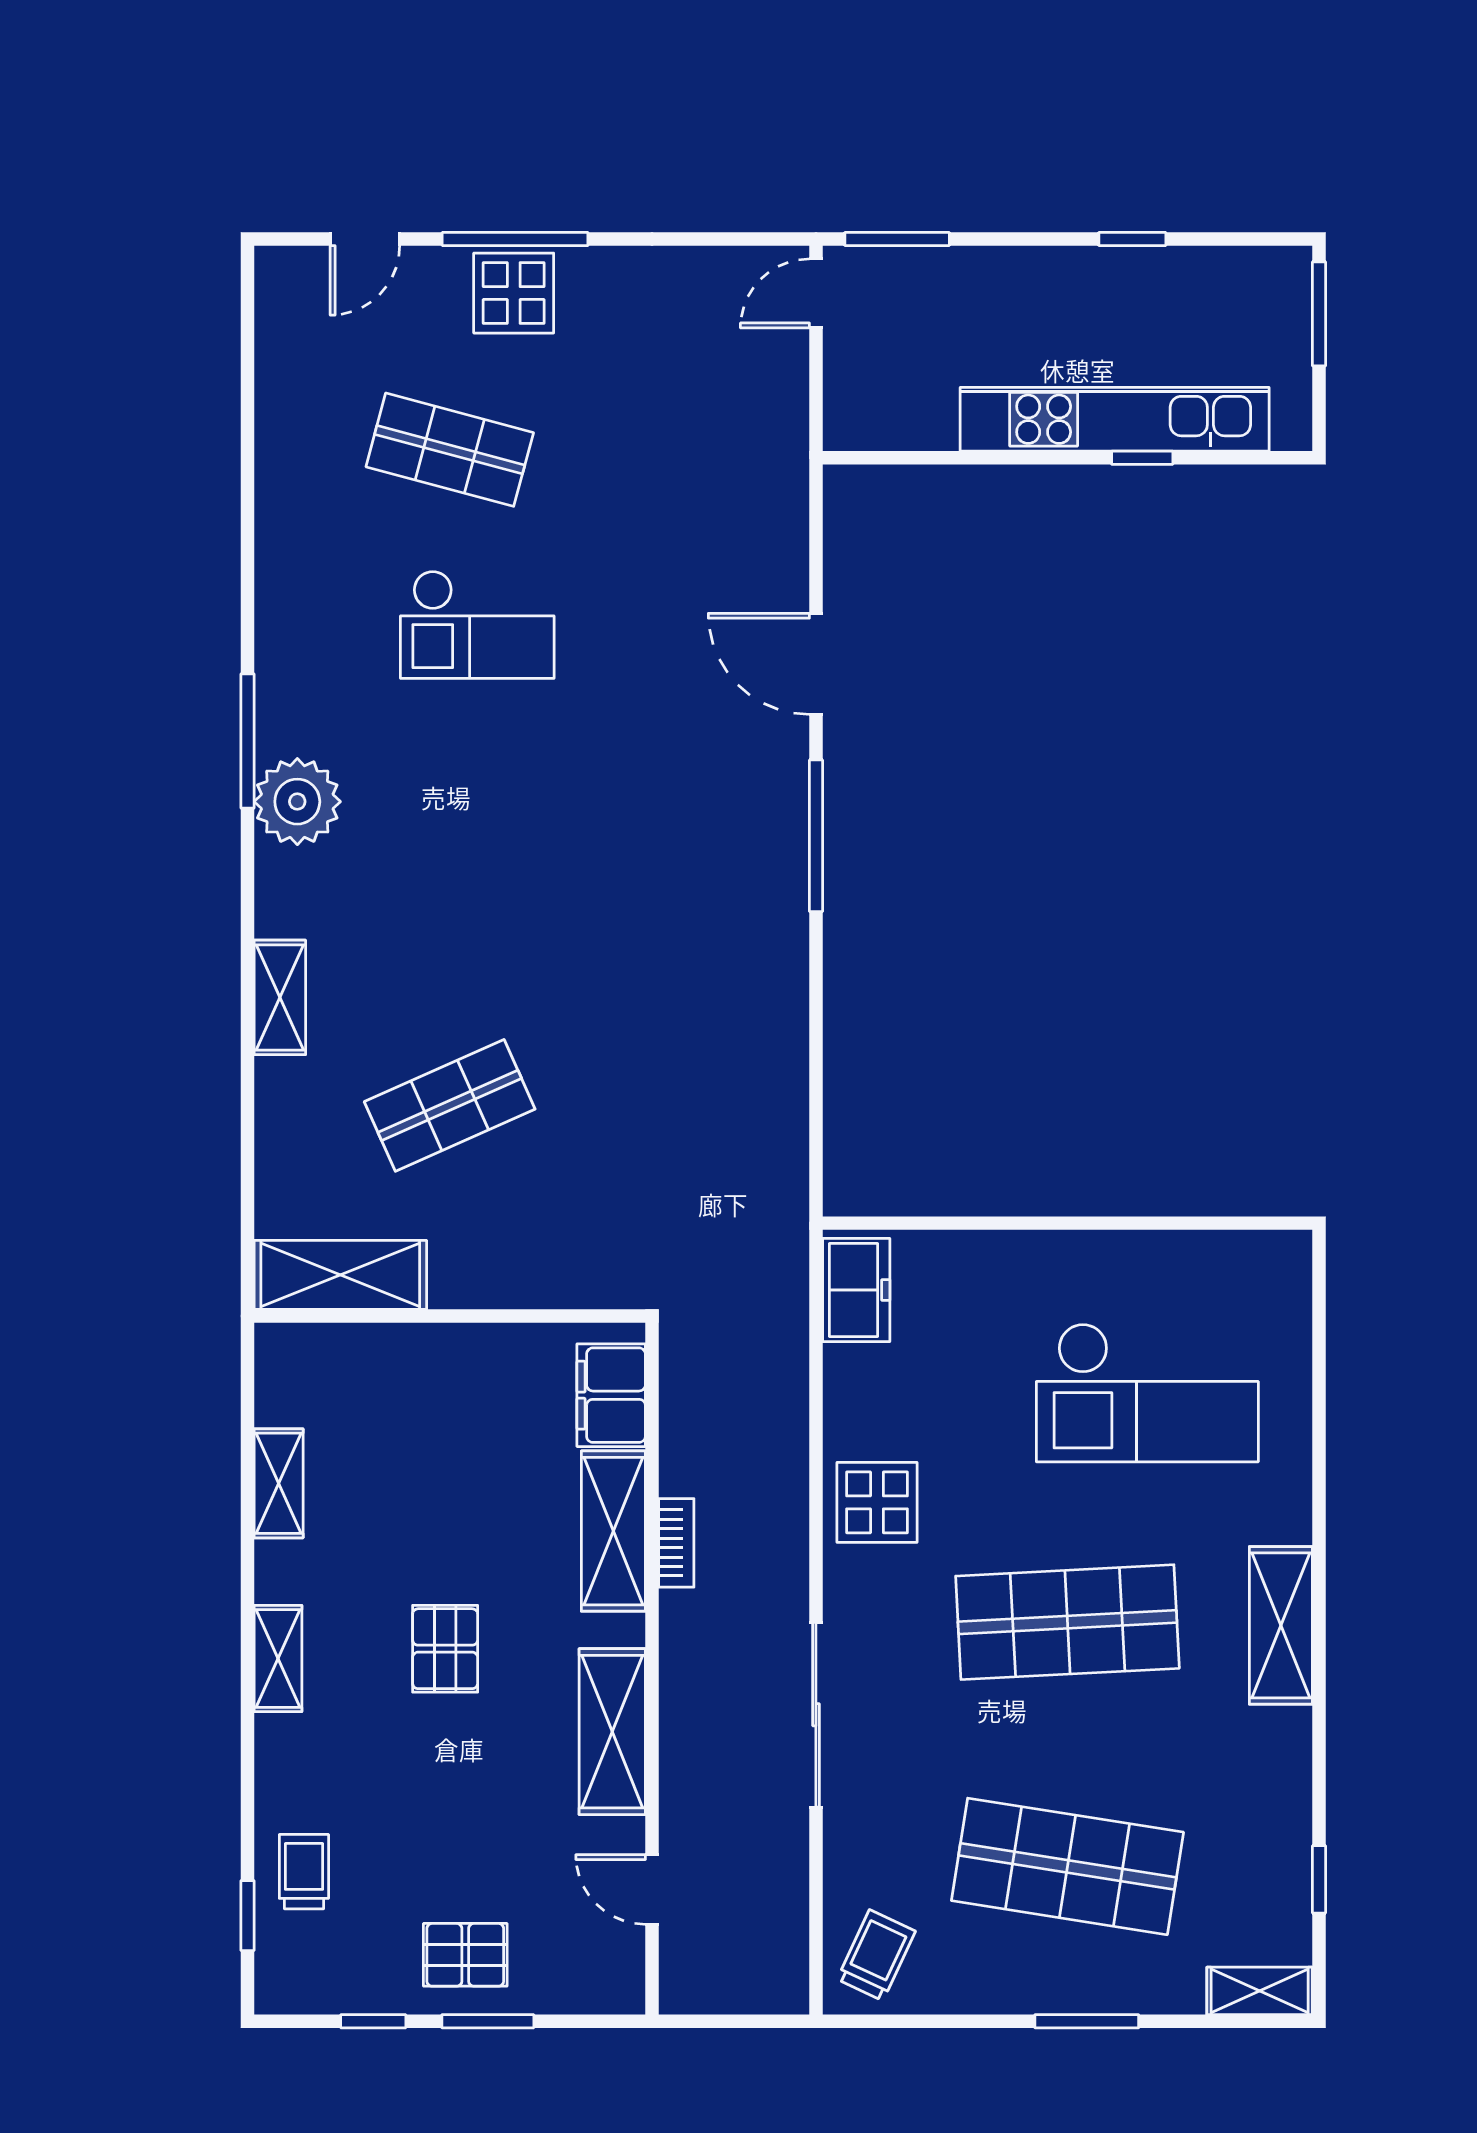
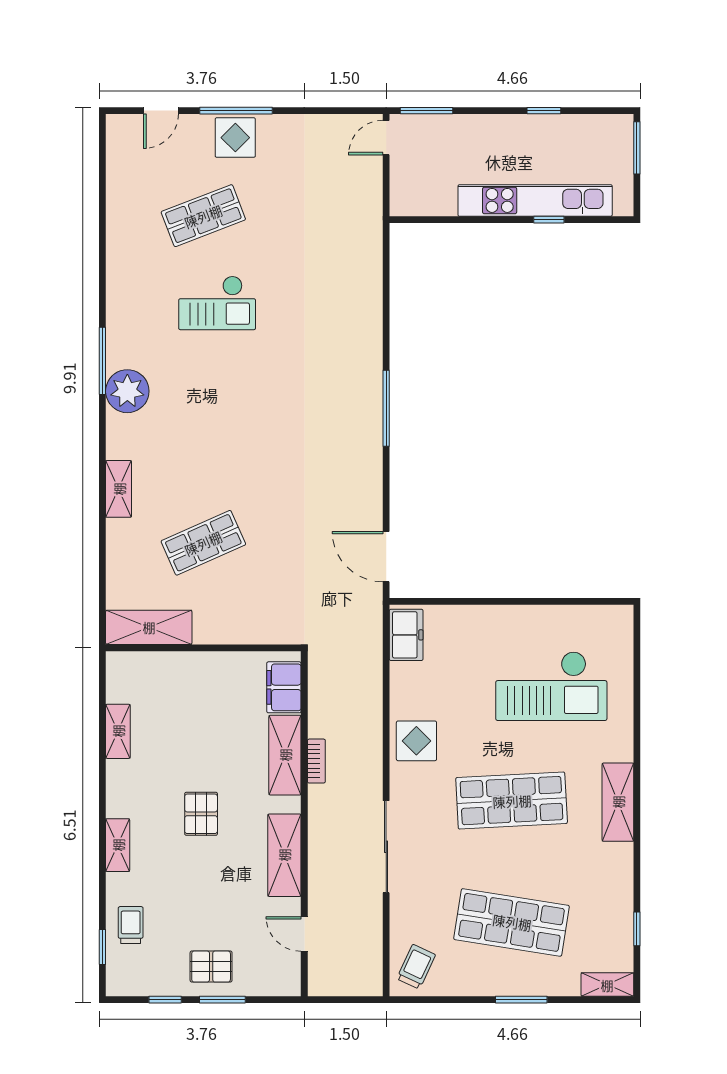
shop shelf: (450, 450) -> (203, 216), turned -36
door: (816, 664) -> (386, 557), moved
shelving: (278, 1659) -> (118, 845), moved

